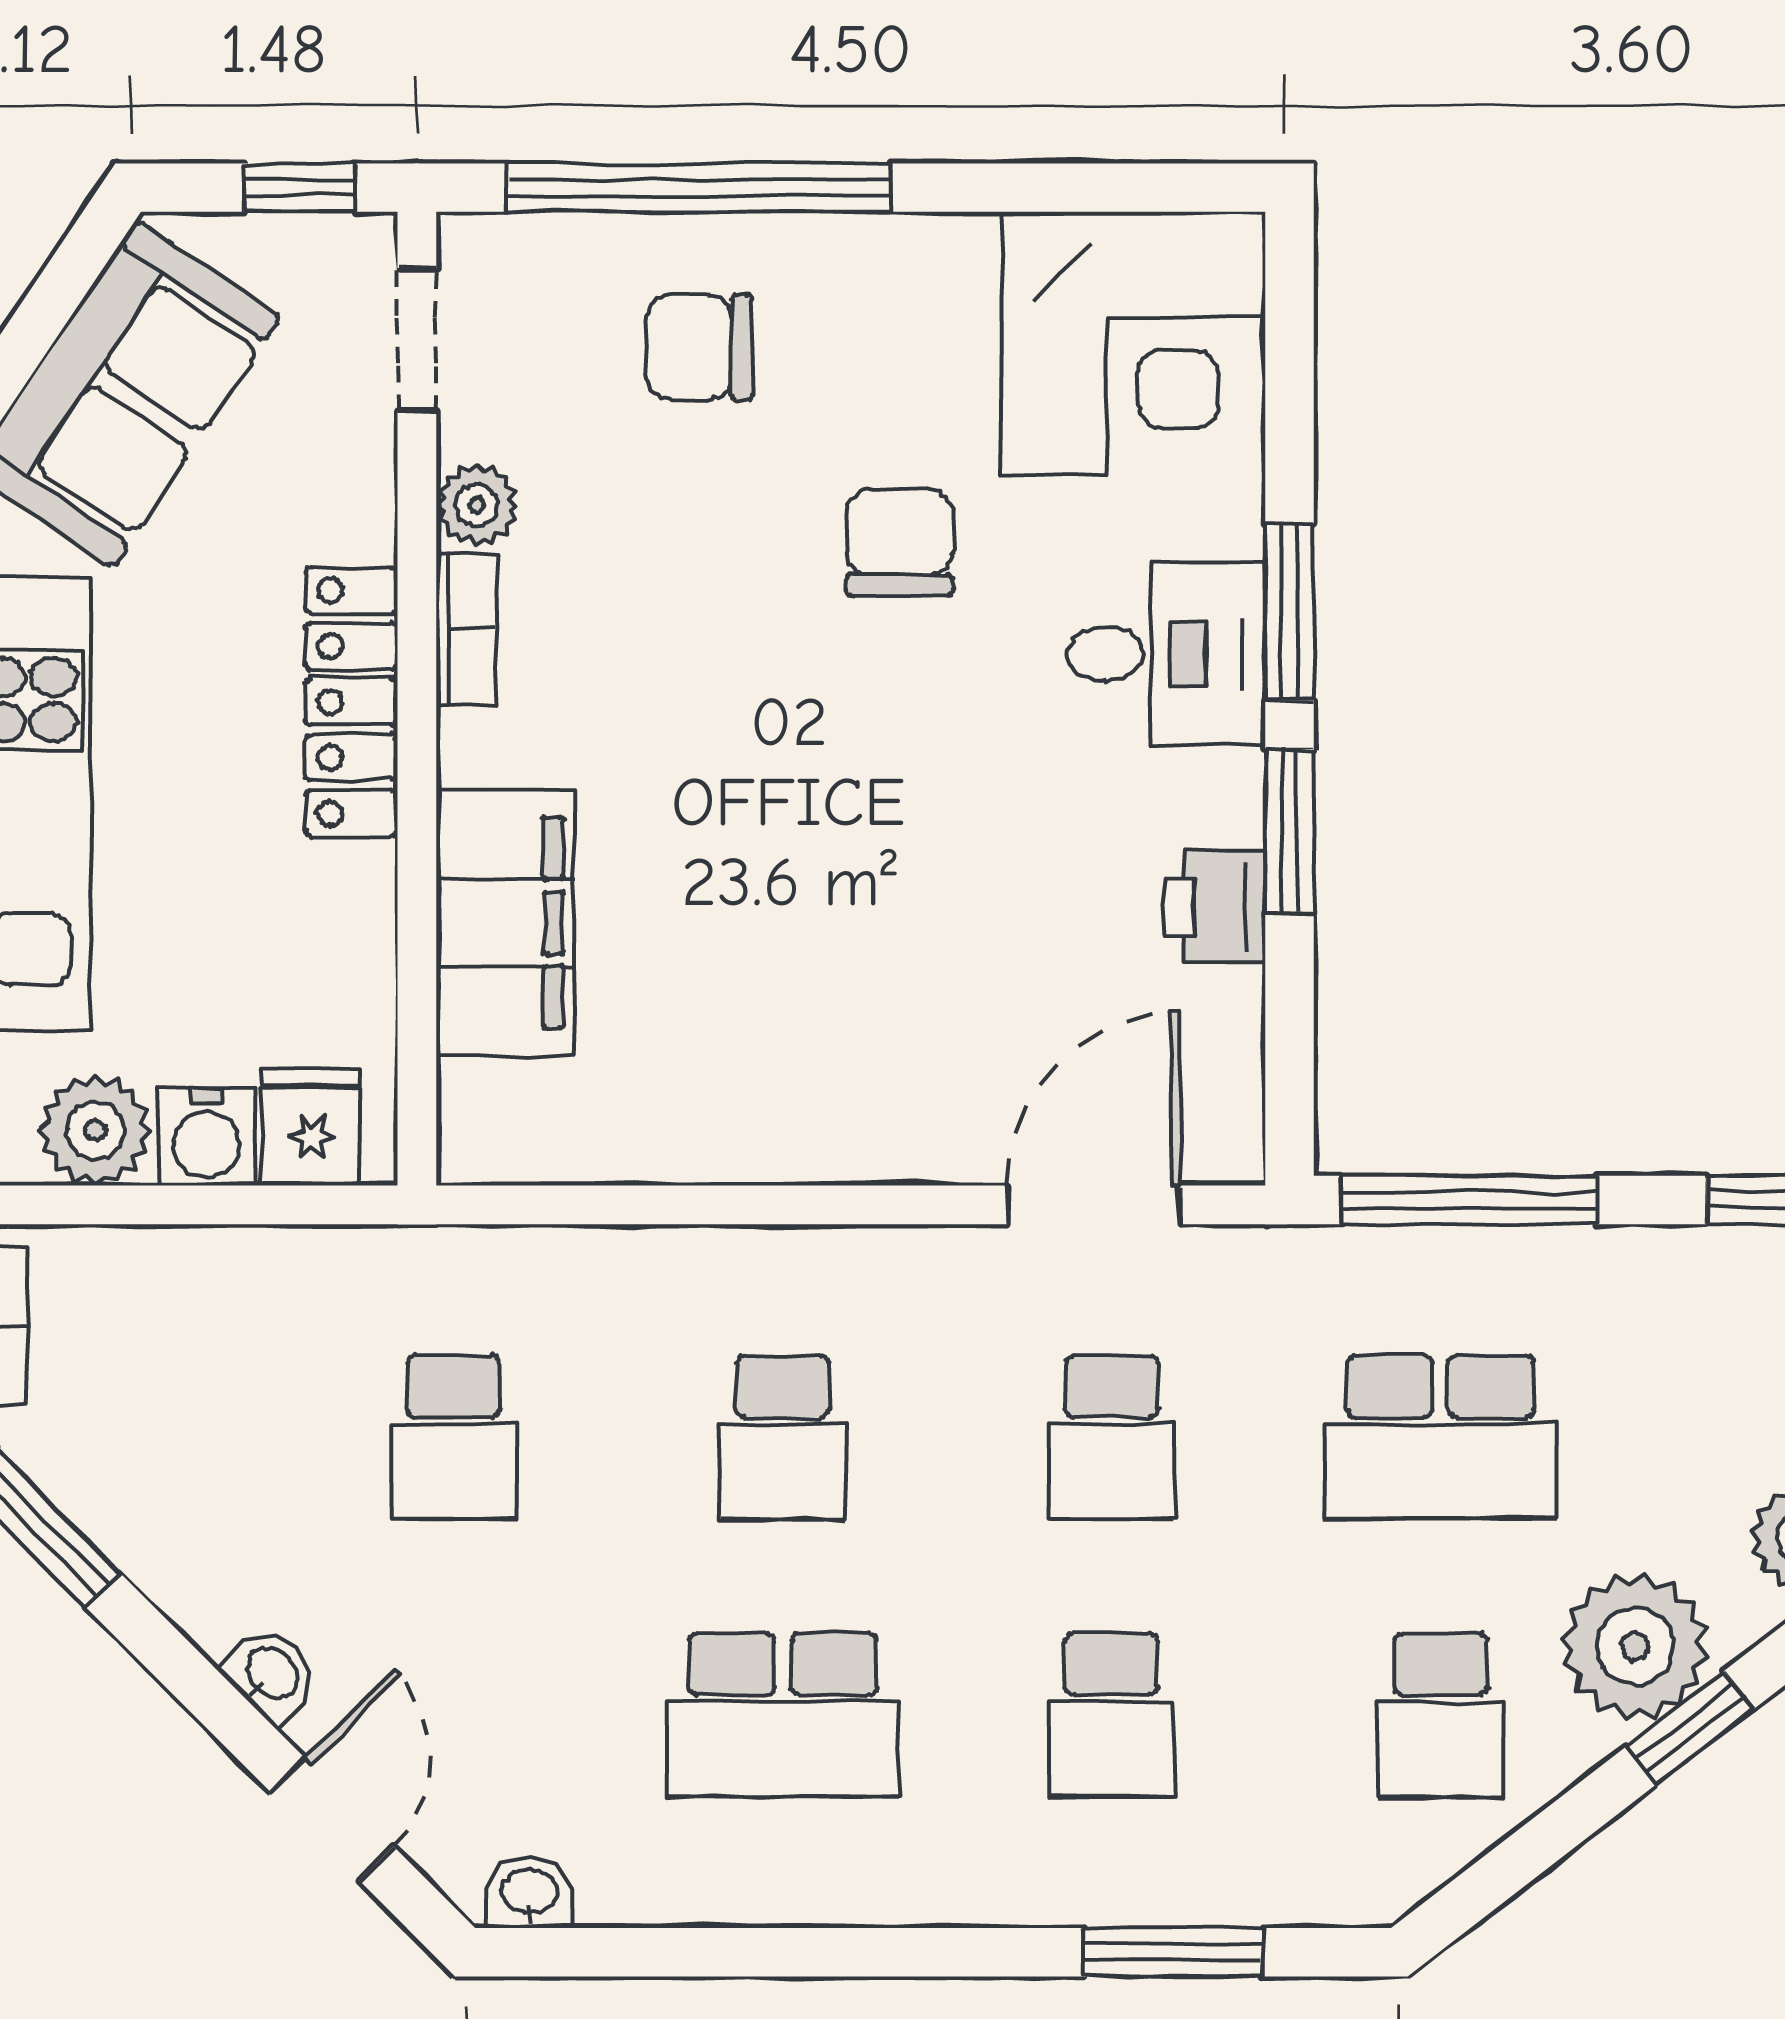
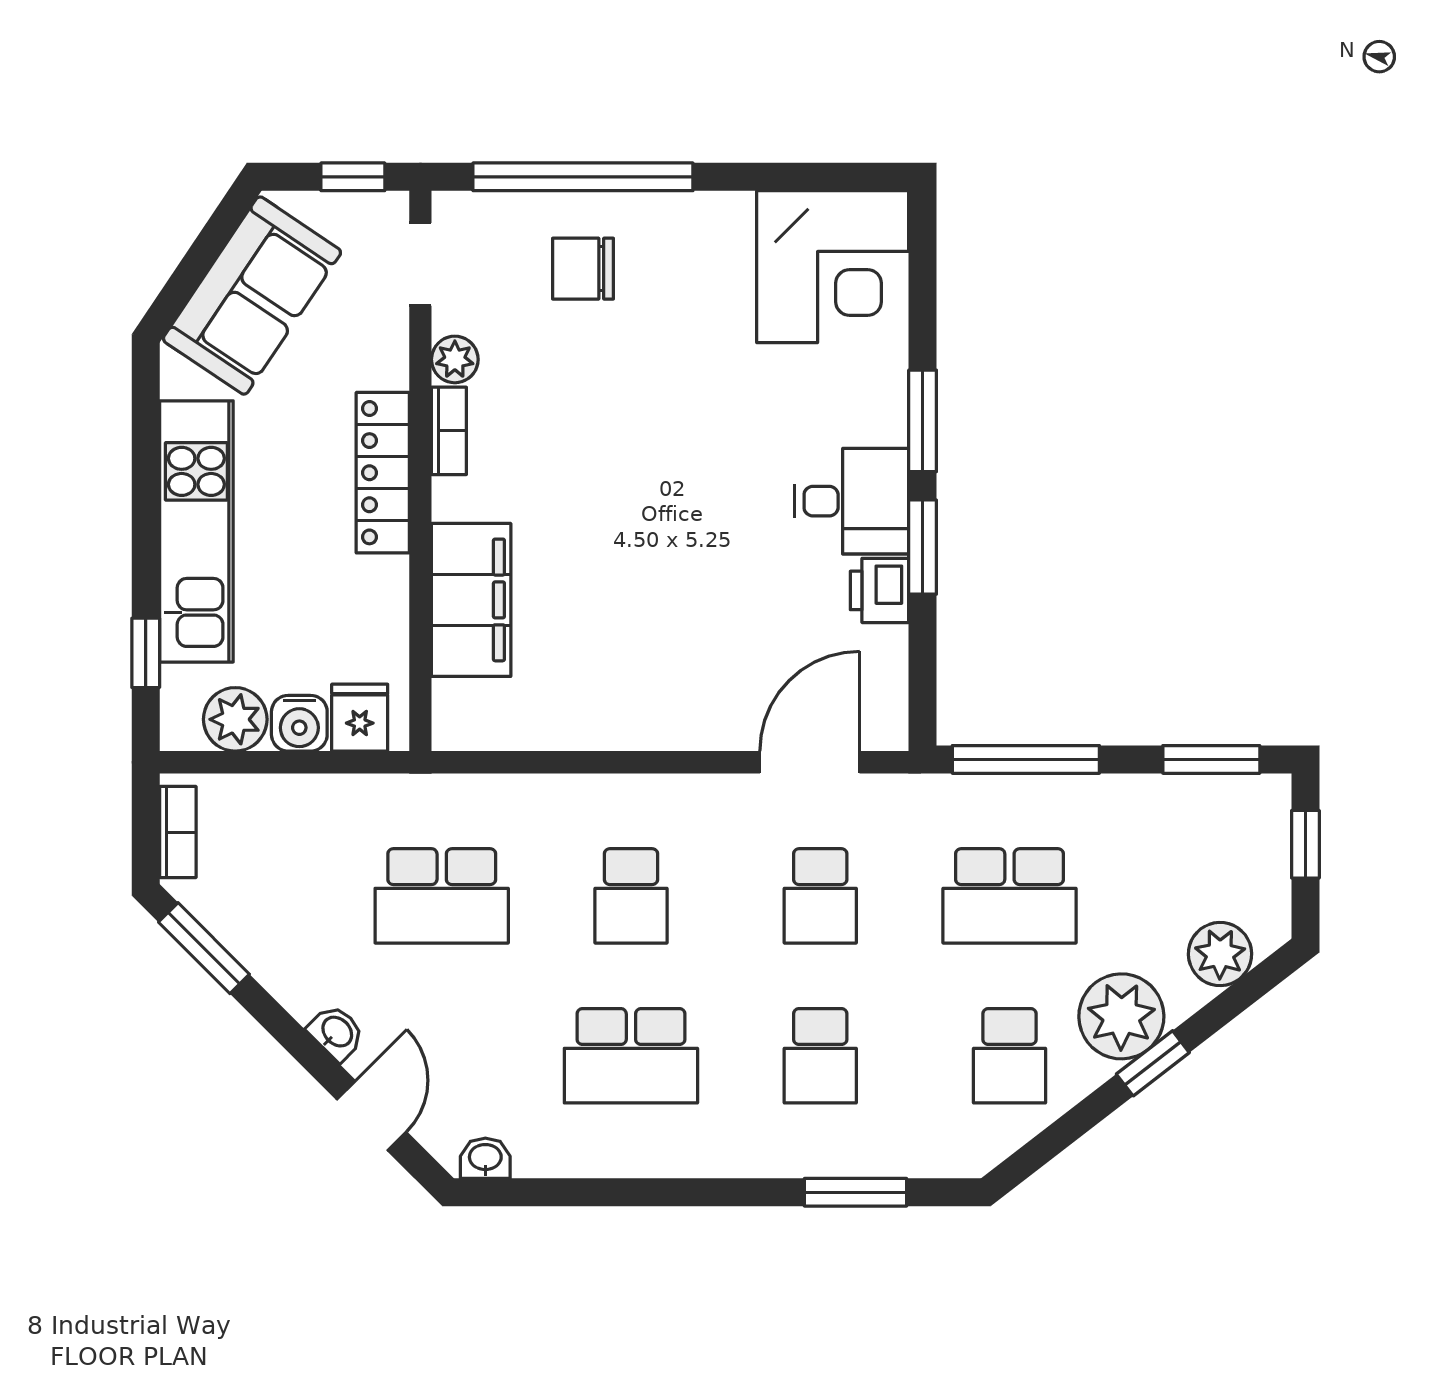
chair: (900, 542) -> (698, 381), removed
desk: (1167, 654) -> (852, 501), moved
school desk: (454, 1437) -> (442, 896), width x1.85

